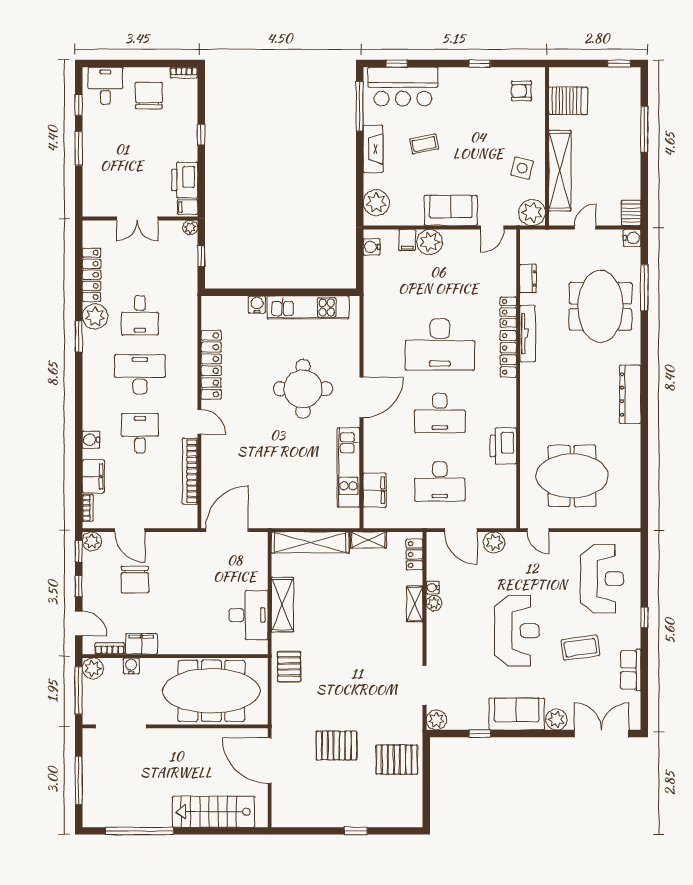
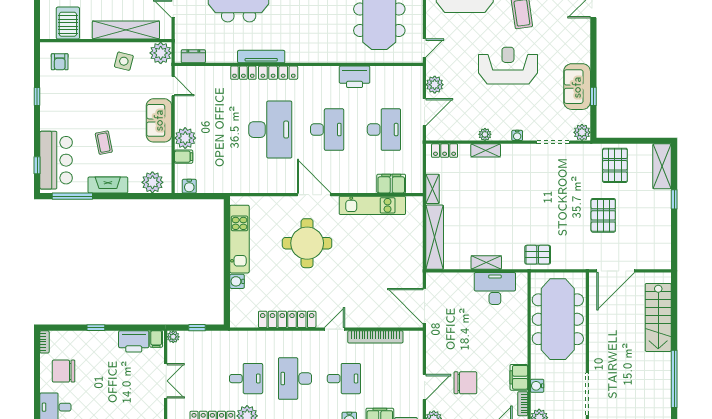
dresser: (528, 278) -> (193, 56), moved
desk: (140, 433) -> (344, 379), turned 180
water cooler: (433, 588) -> (517, 135), moved
shelving: (282, 605) -> (486, 263), width x0.67, depth x0.75
sofa: (517, 714) -> (577, 87), moved
plant: (556, 719) -> (582, 33), removed
shelving: (395, 816) -> (662, 166), added

